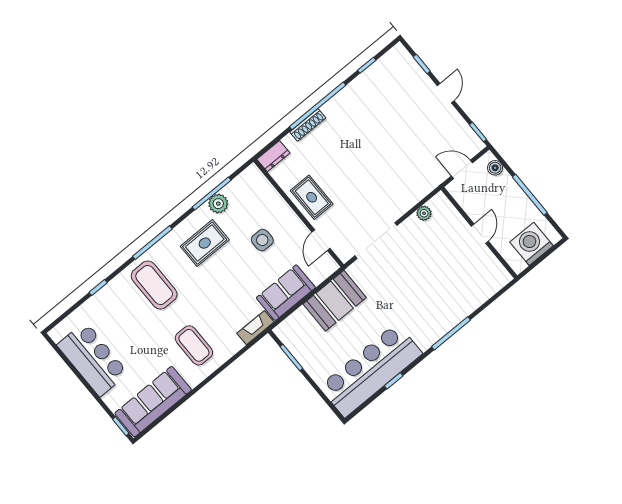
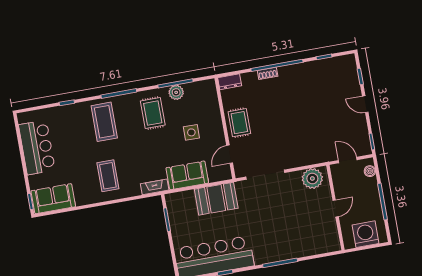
door: (446, 93) -> (365, 104), swing flipped
shoe rack: (308, 125) -> (268, 73), width x0.70
plant: (424, 213) -> (312, 179), width x1.87, depth x1.87
rug: (205, 243) -> (153, 113), turned 90
sofa: (153, 402) -> (53, 199), width x0.73

